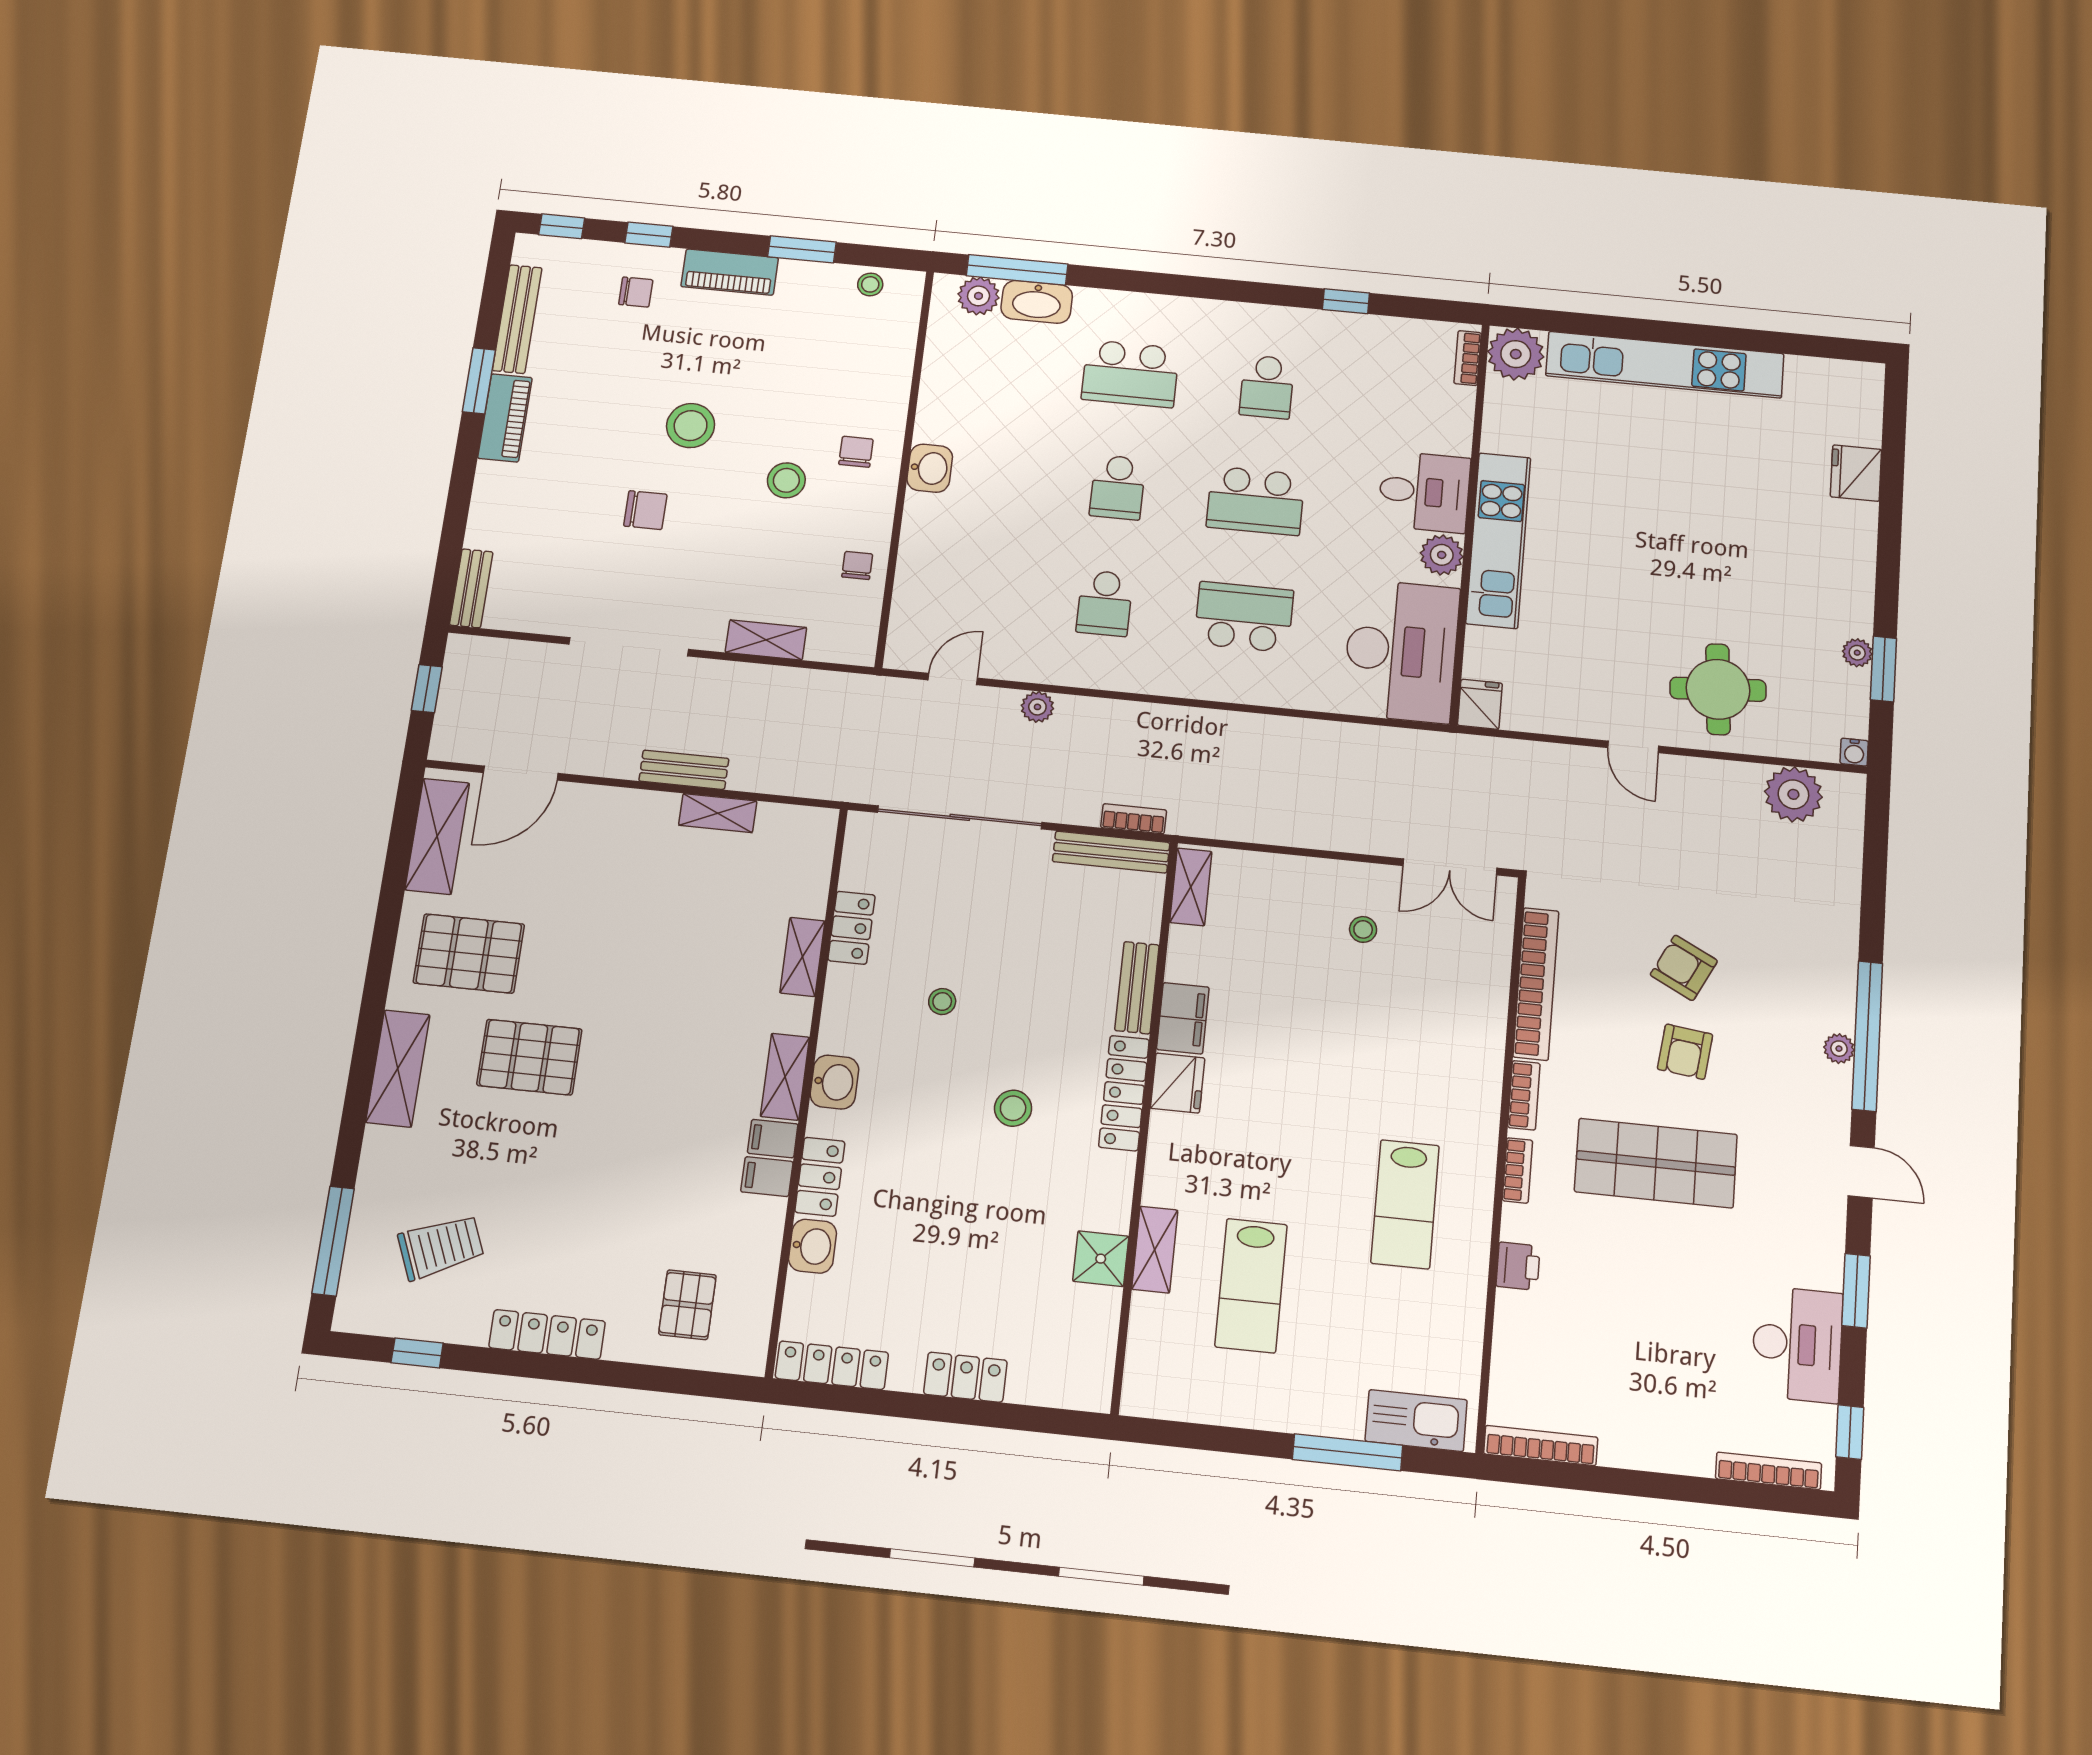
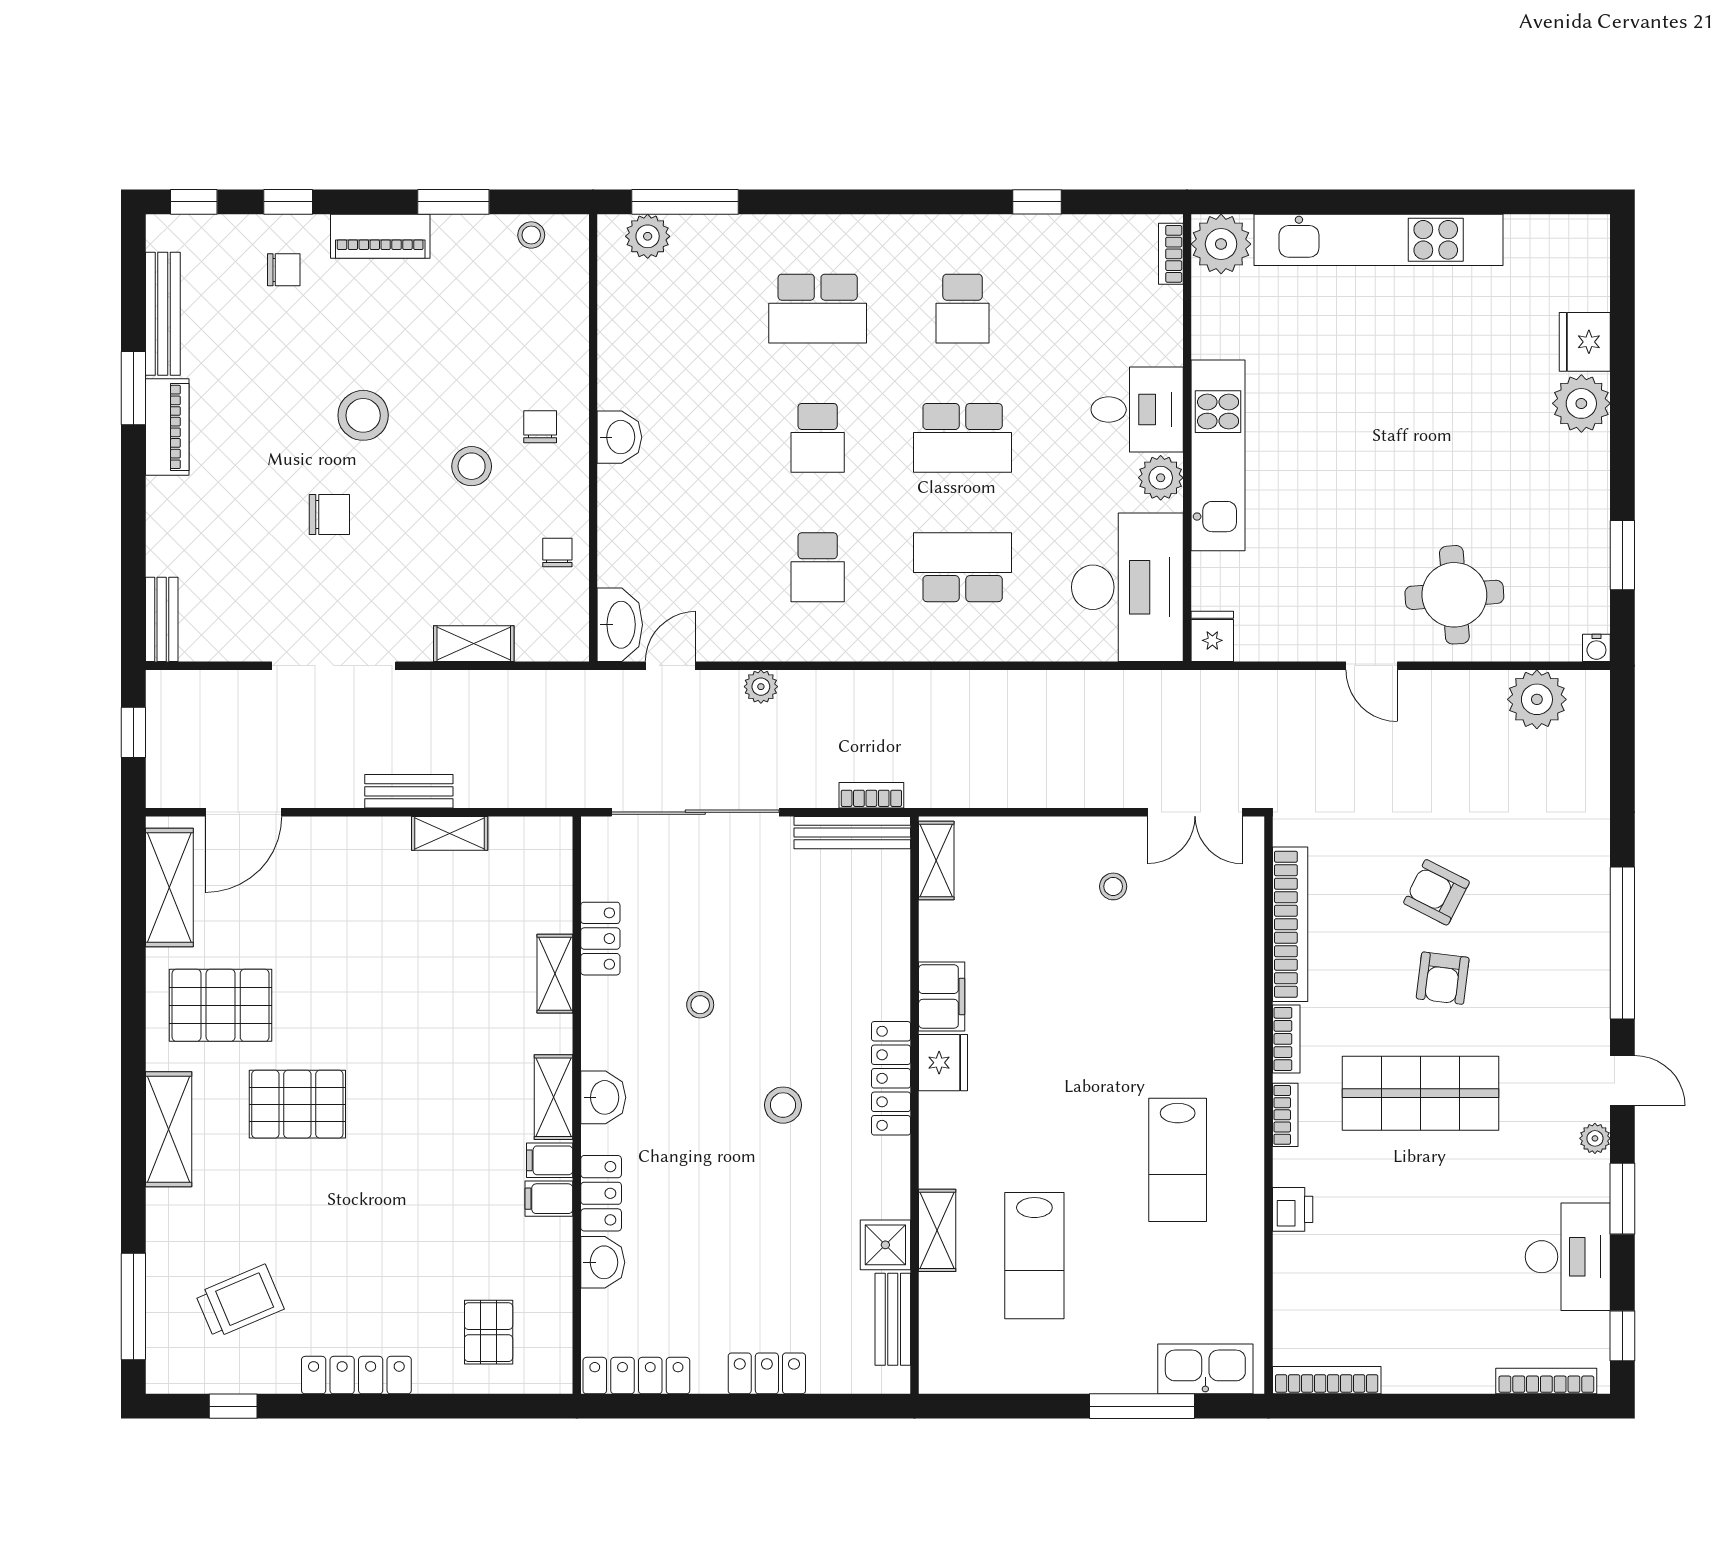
washbasin: (1037, 302) -> (620, 625), moved, turned -90
plant: (1857, 653) -> (1581, 403), moved, width x1.87, depth x1.87
bench: (1137, 988) -> (893, 1319), moved
plant: (1839, 1049) -> (1595, 1138), moved

